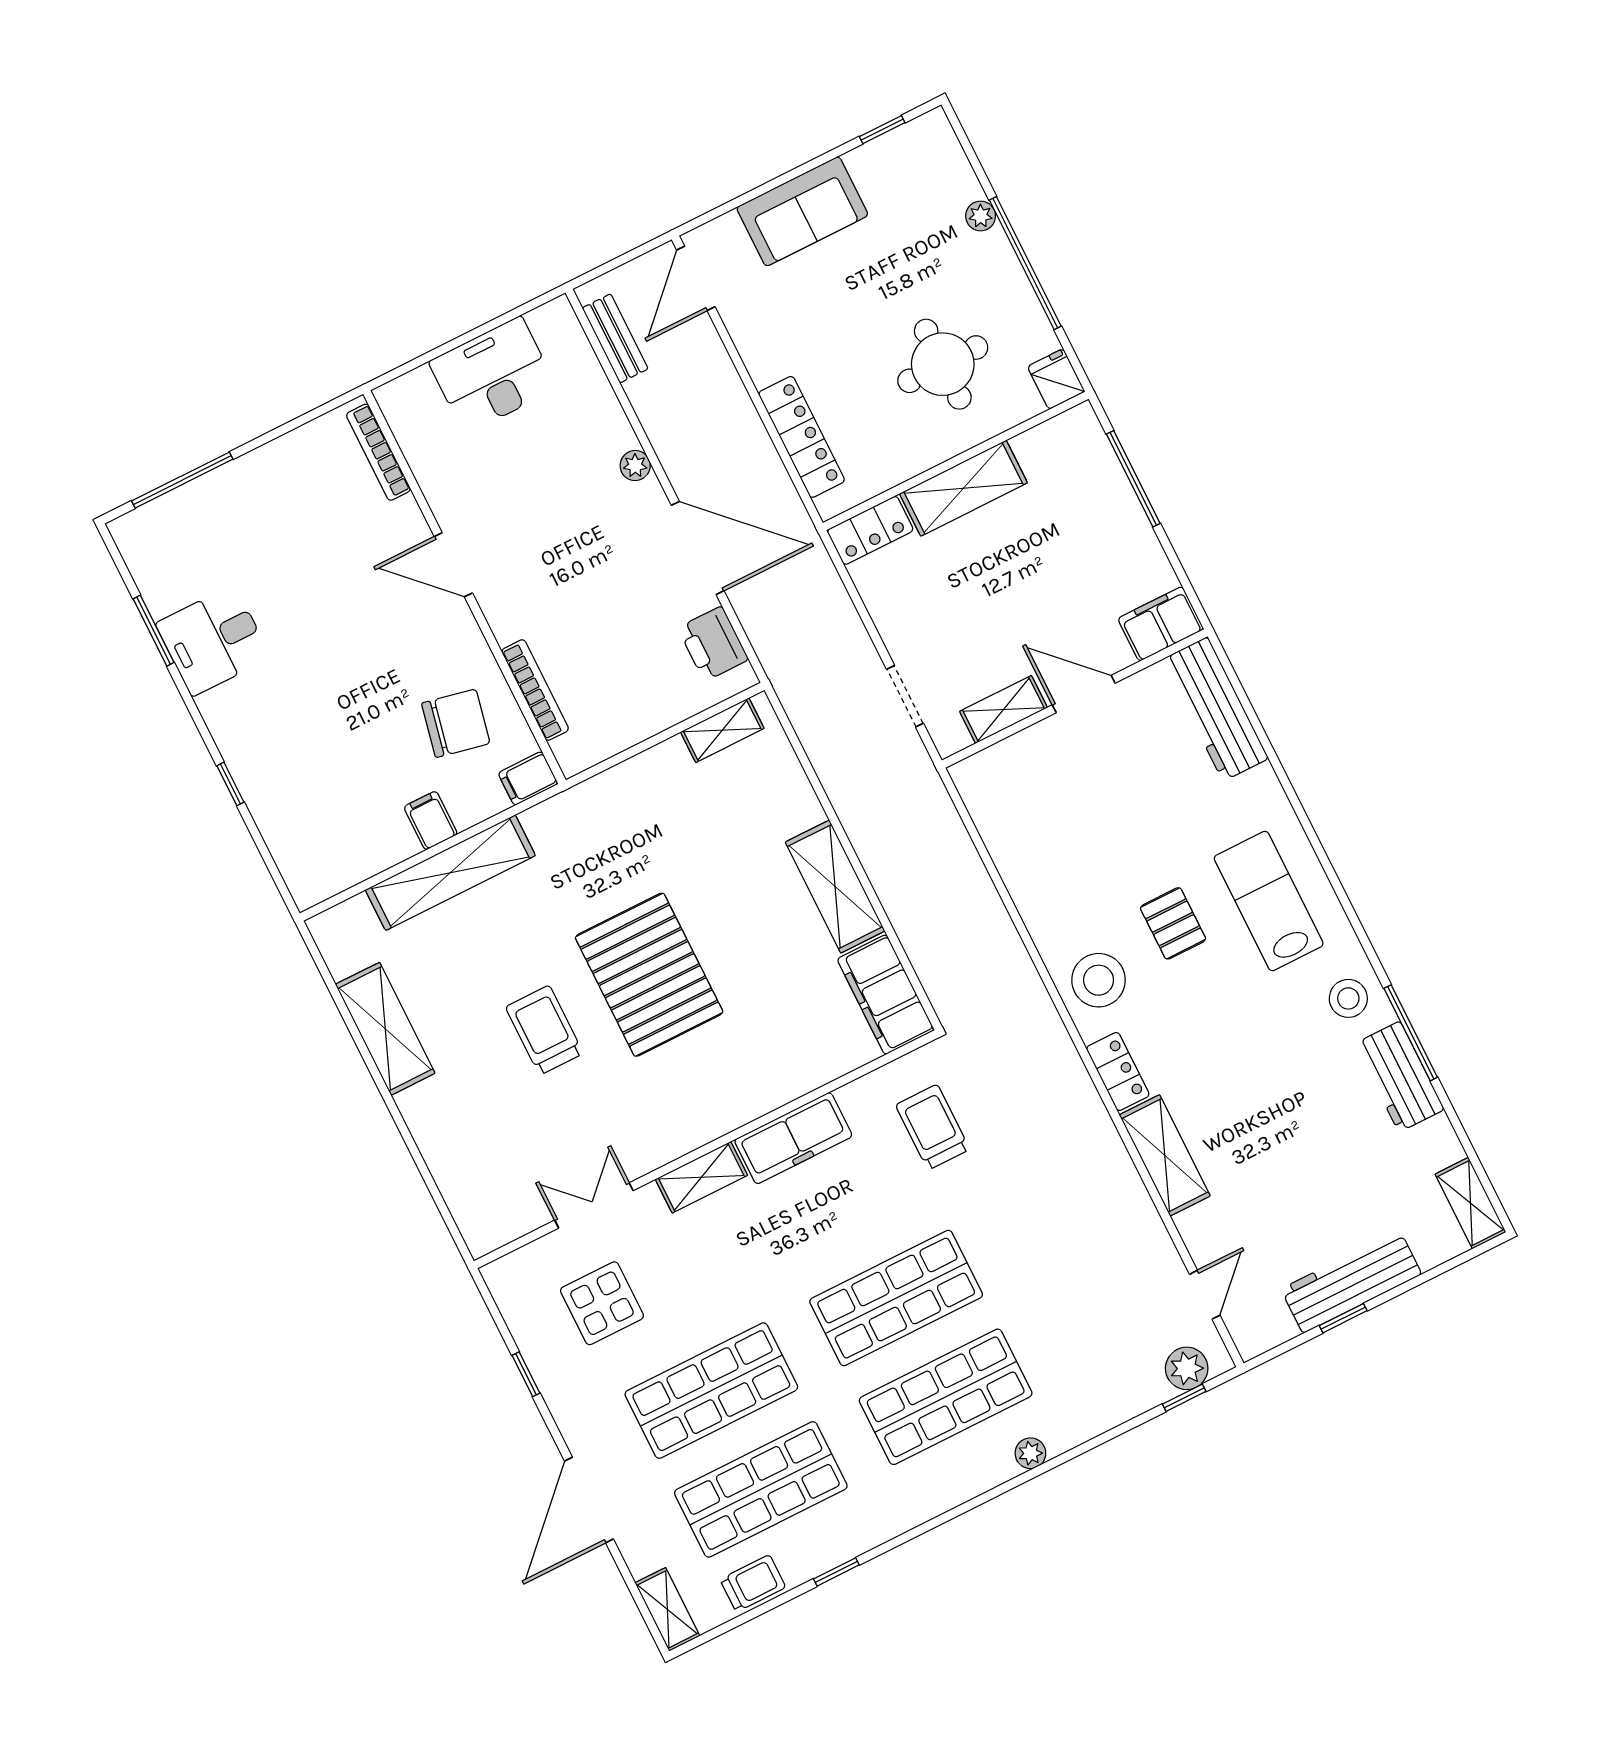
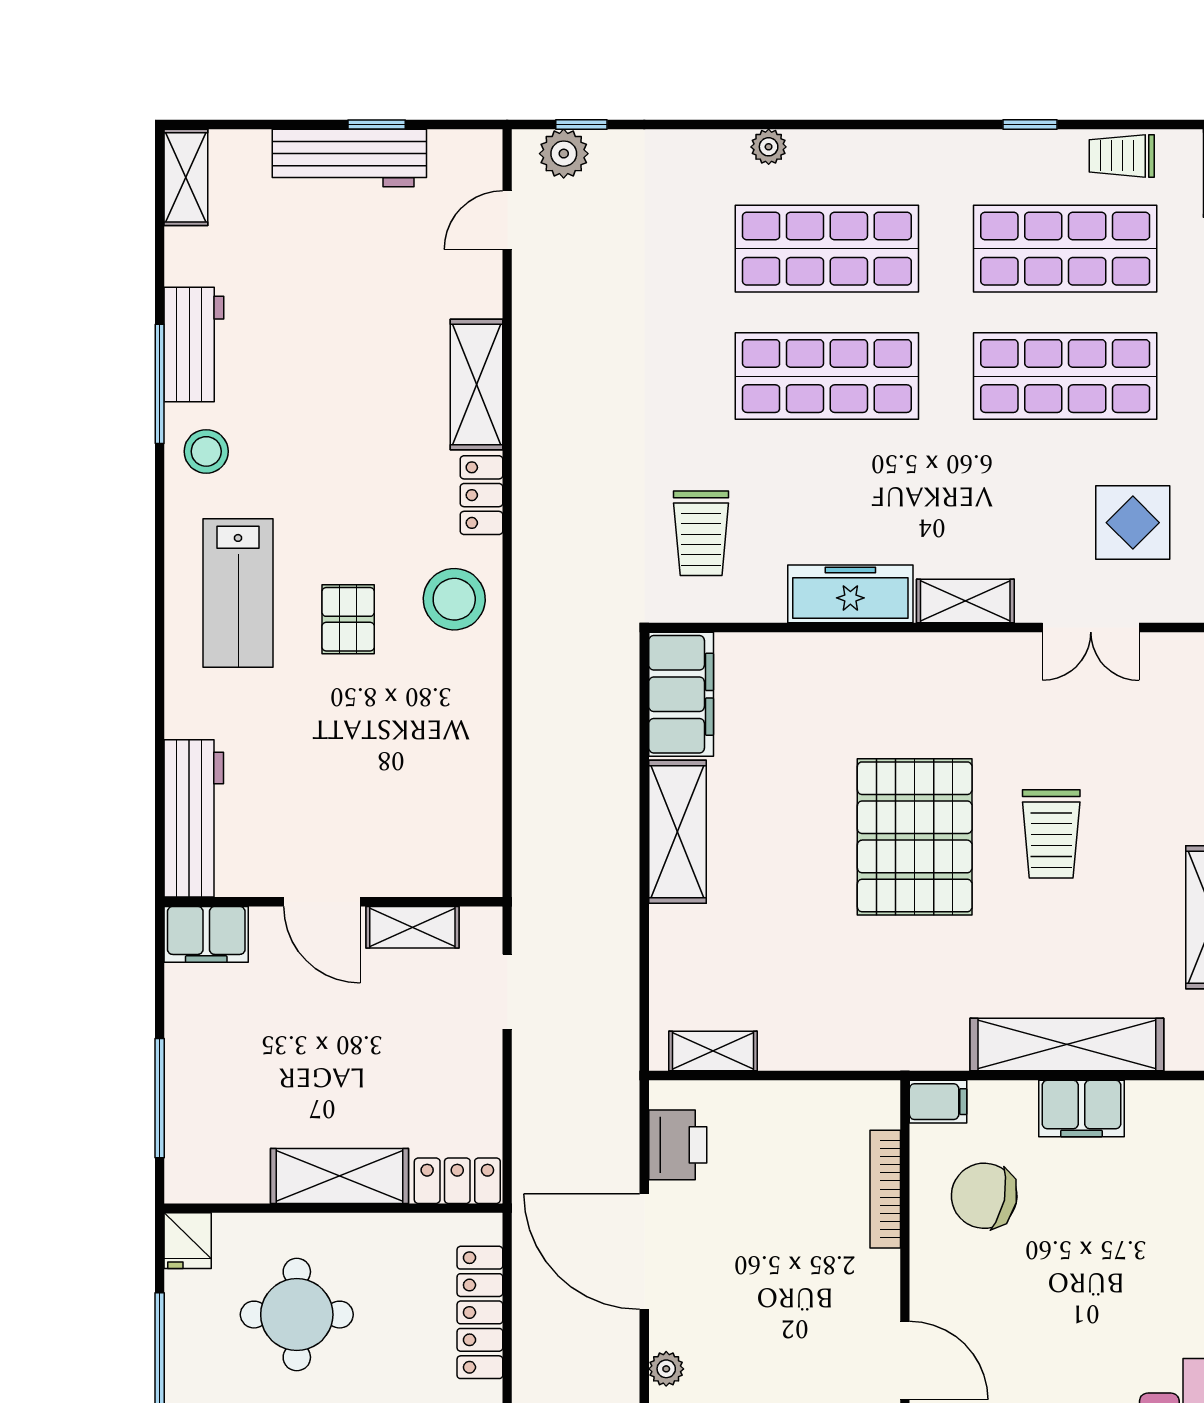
filing cabinet: (431, 820) -> (1081, 1108), width x2.00

